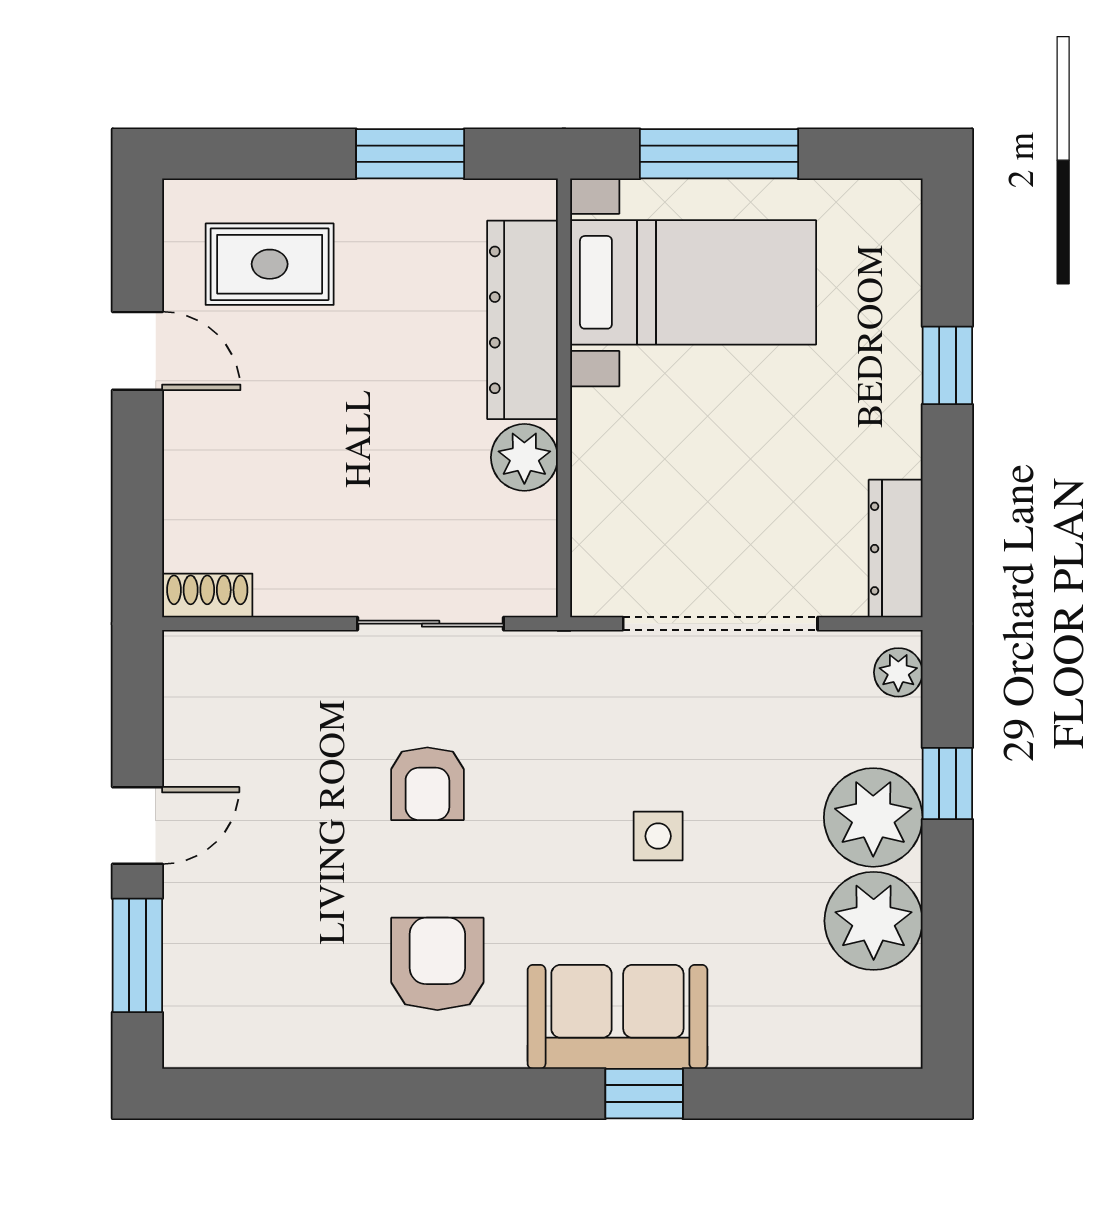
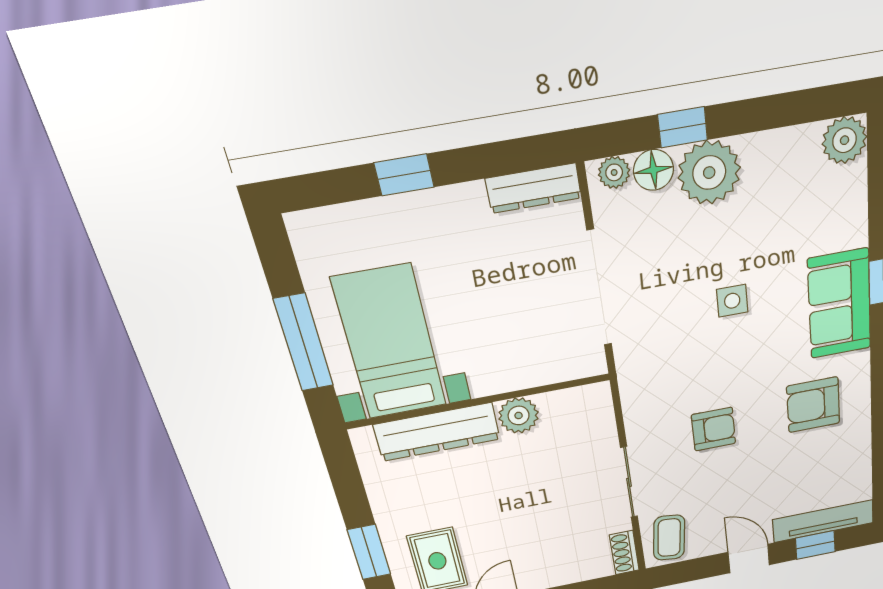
window: (410, 154) -> (369, 552), moved
sliding door: (431, 624) -> (629, 482), moved
coffee table: (220, 681) -> (669, 538), added
floor lamp: (892, 732) -> (654, 170), added
plant: (874, 921) -> (844, 140), moved, width x0.73, depth x0.73
window: (137, 955) -> (815, 545), width x0.67
tv unit: (188, 972) -> (823, 521), added

